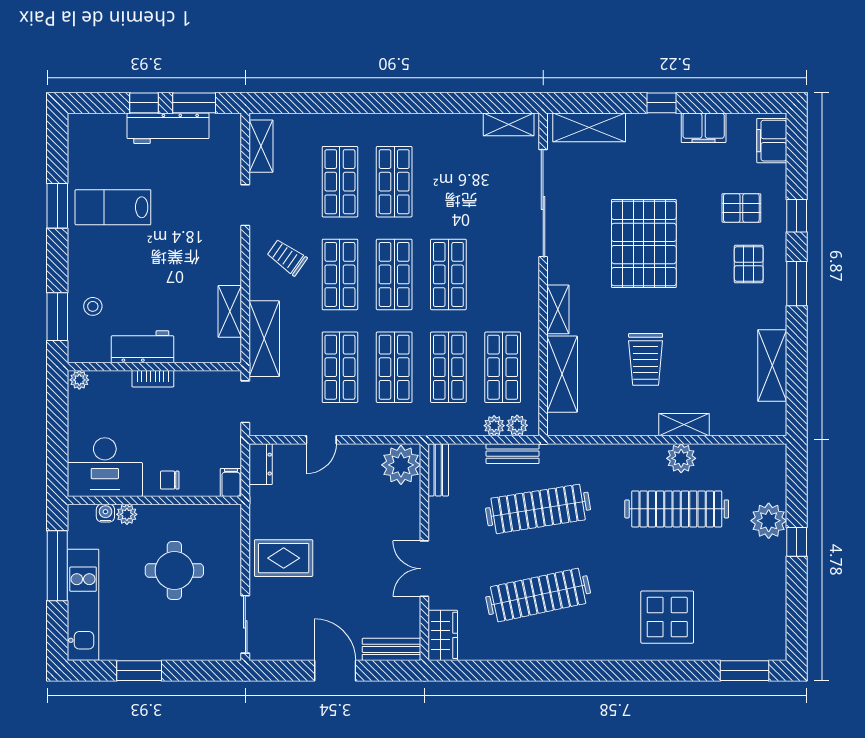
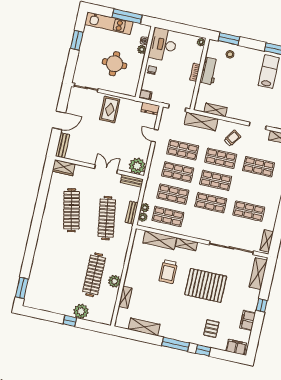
shop shelf: (394, 182) -> (249, 211), moved
pallet: (749, 264) -> (188, 326), removed
window: (797, 284) -> (175, 344), width x1.44
trolley: (646, 359) -> (168, 272), moved, turned -90
shelving: (684, 425) -> (125, 297), moved
double door: (424, 569) -> (106, 169), moved
display table: (667, 617) -> (51, 261), removed

